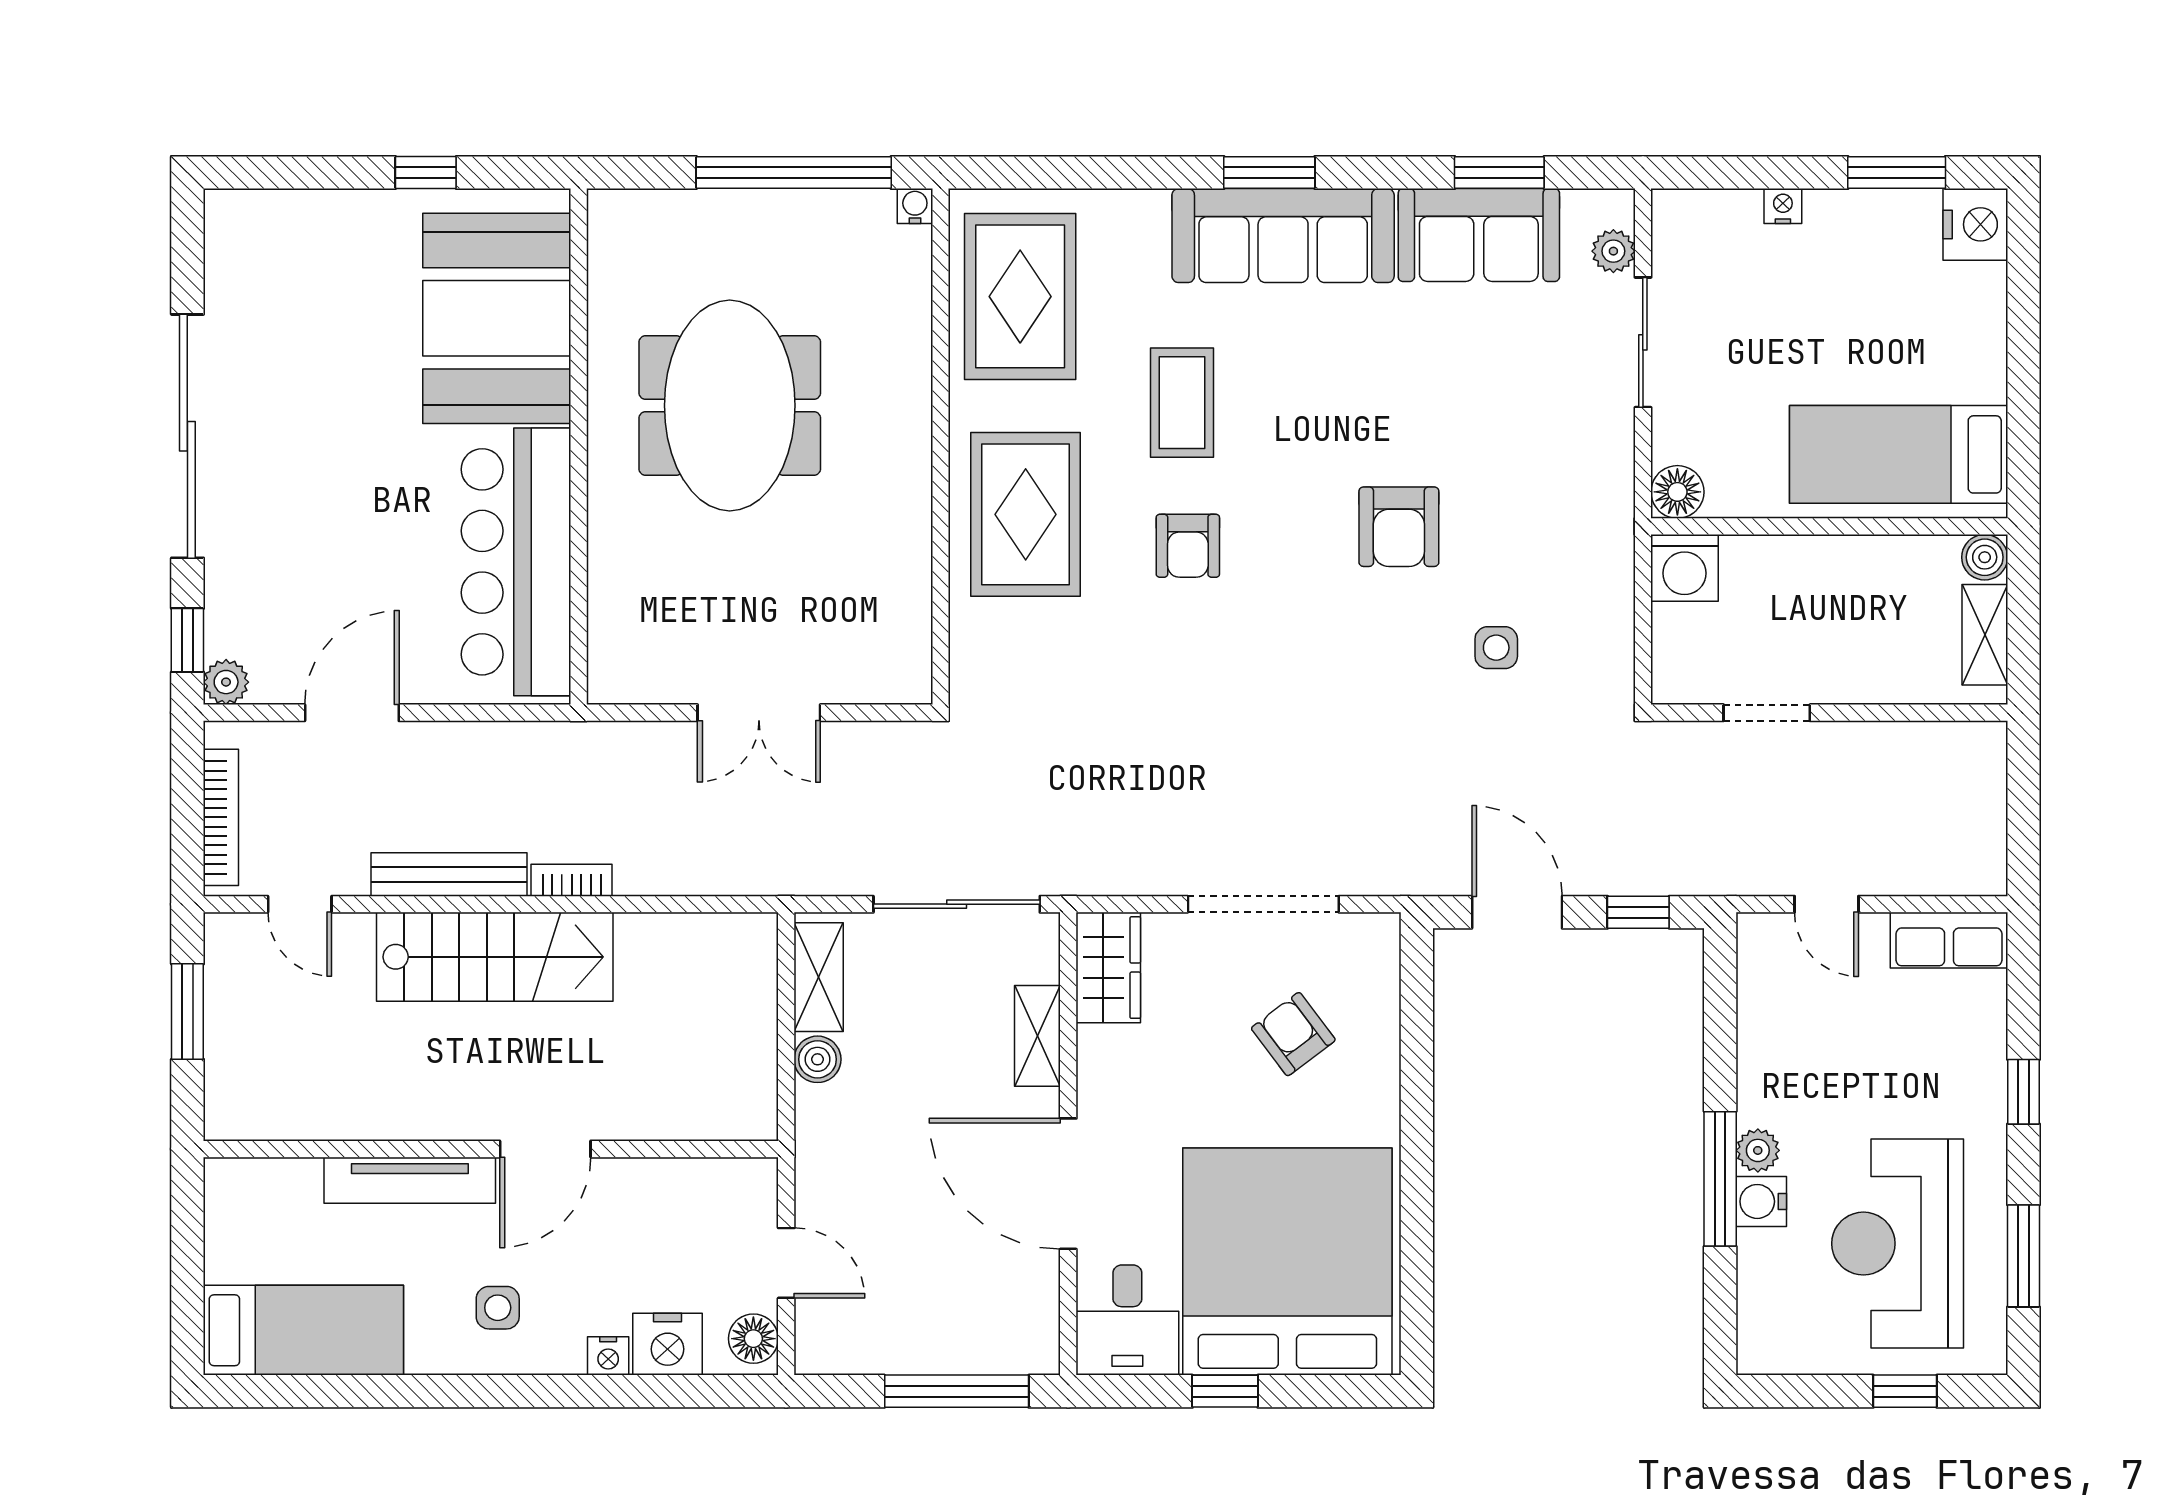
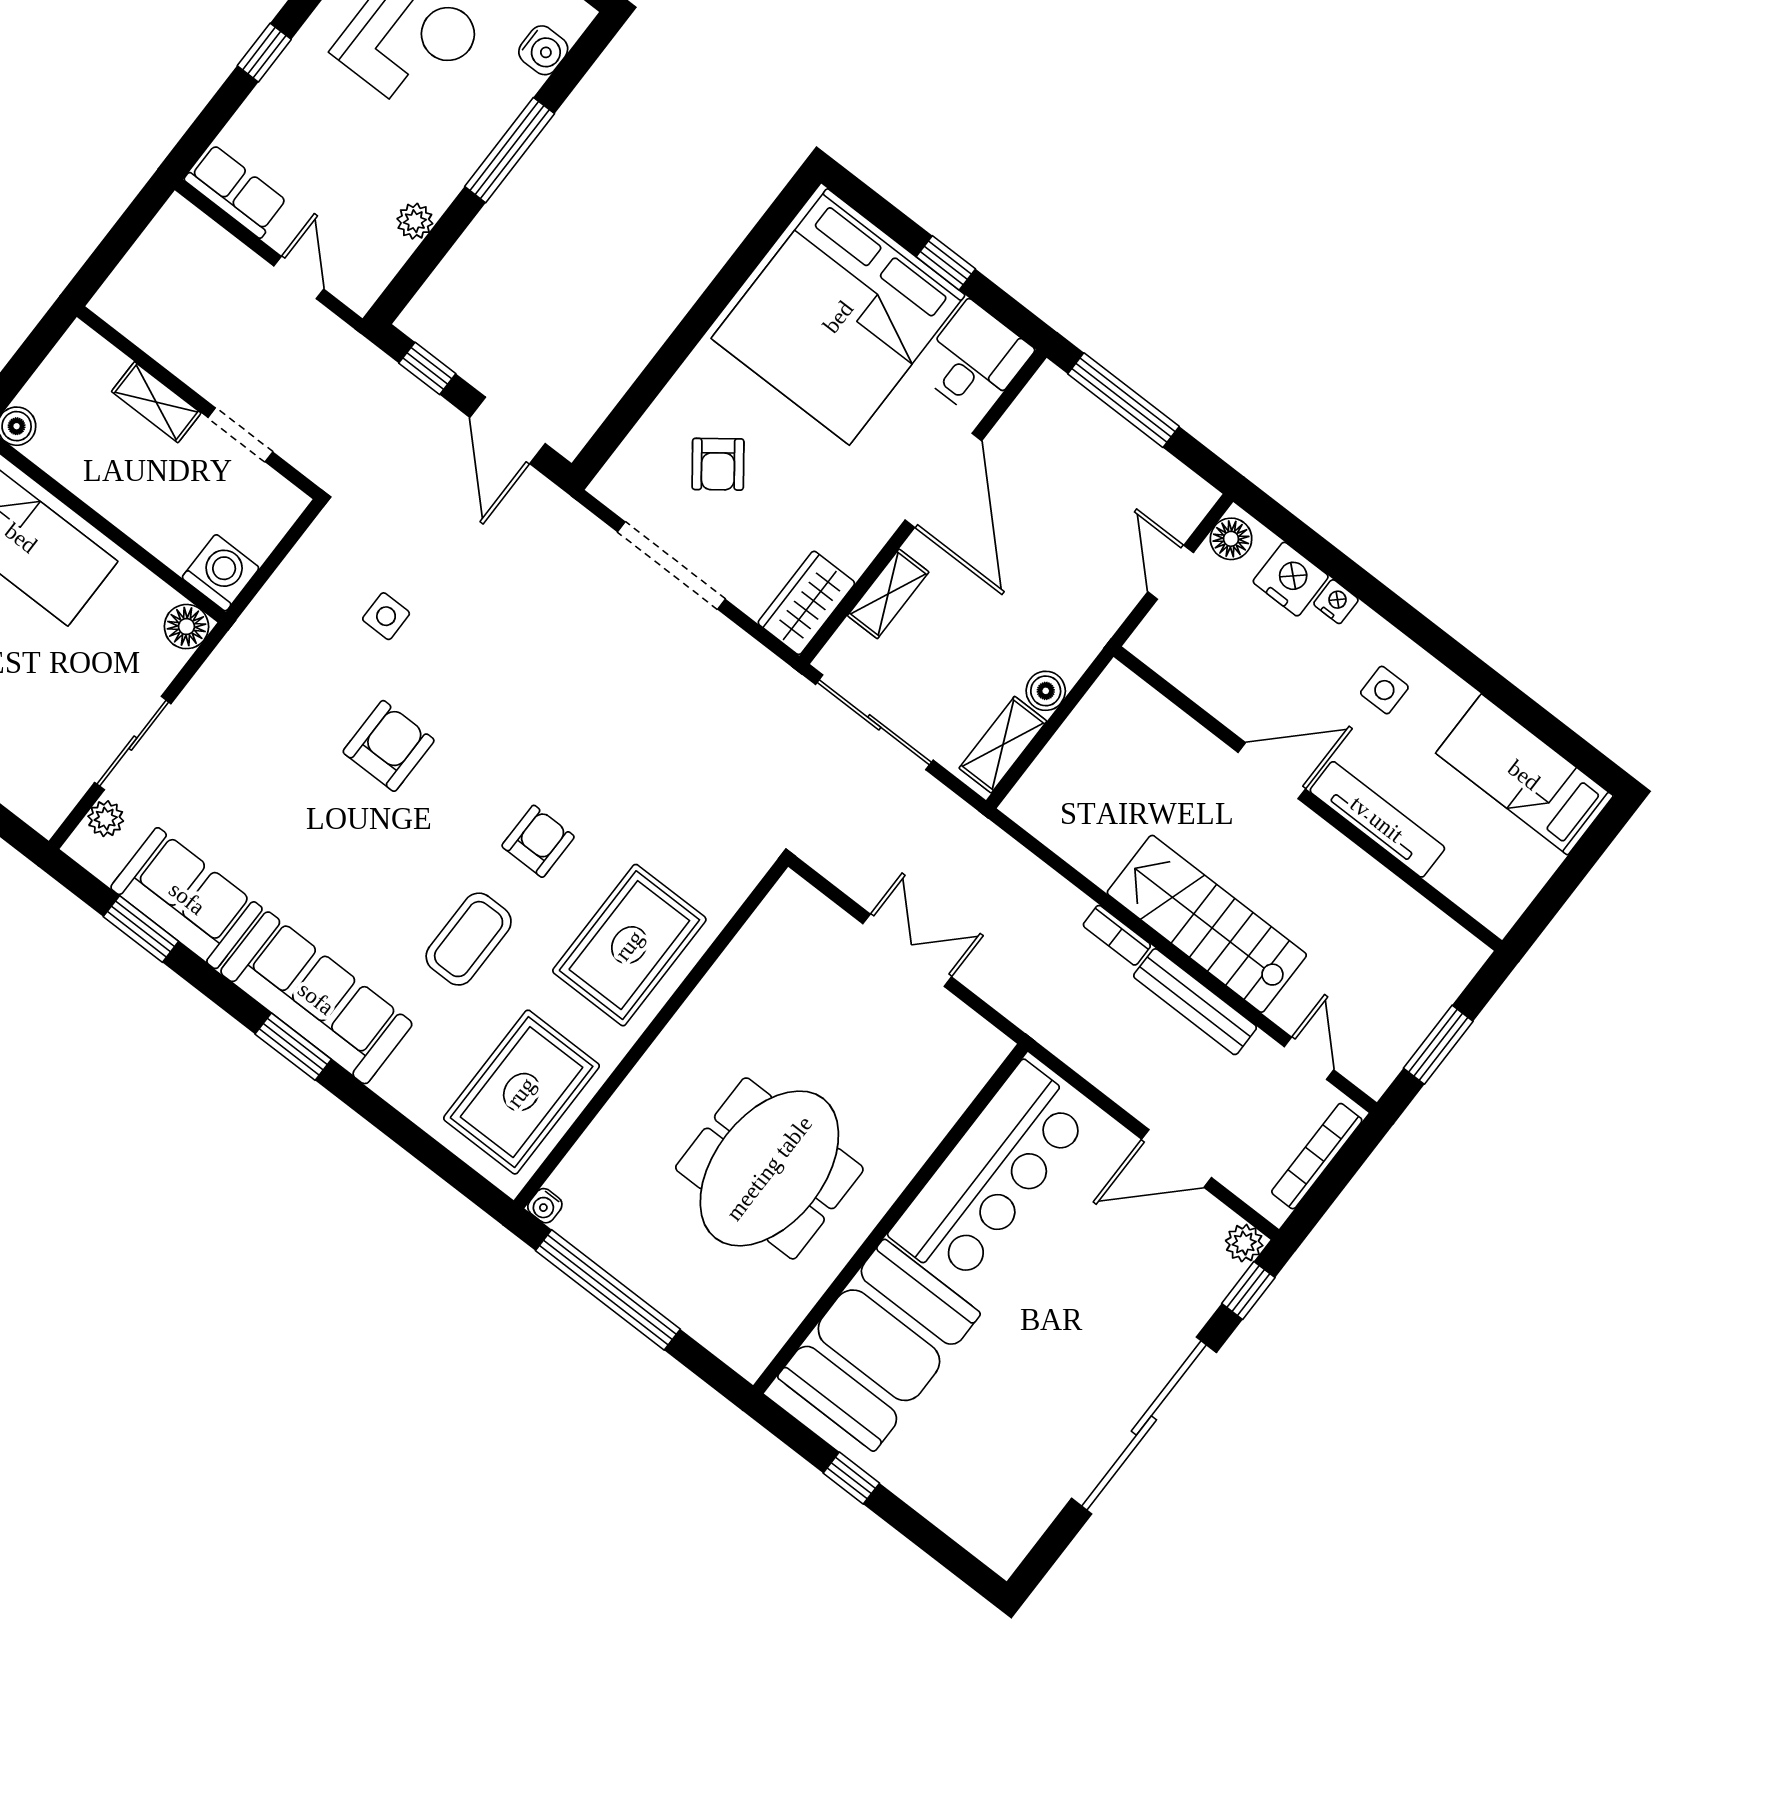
shelving: (1985, 635) -> (156, 402), moved, turned 90
plant: (1758, 1150) -> (415, 221), moved
water cooler: (1761, 1201) -> (543, 50), moved

